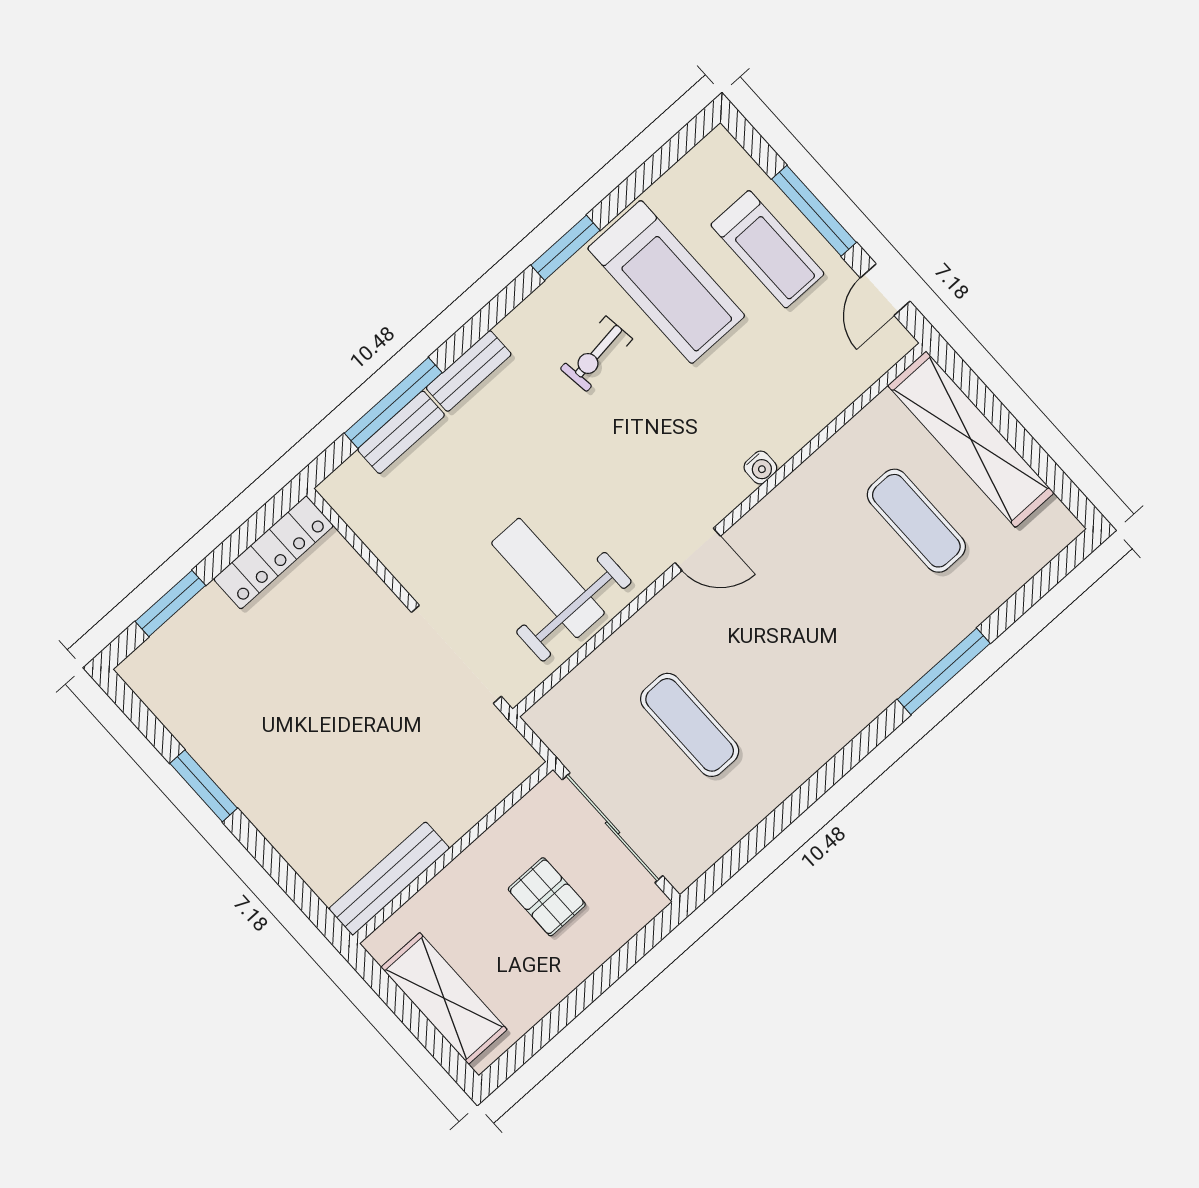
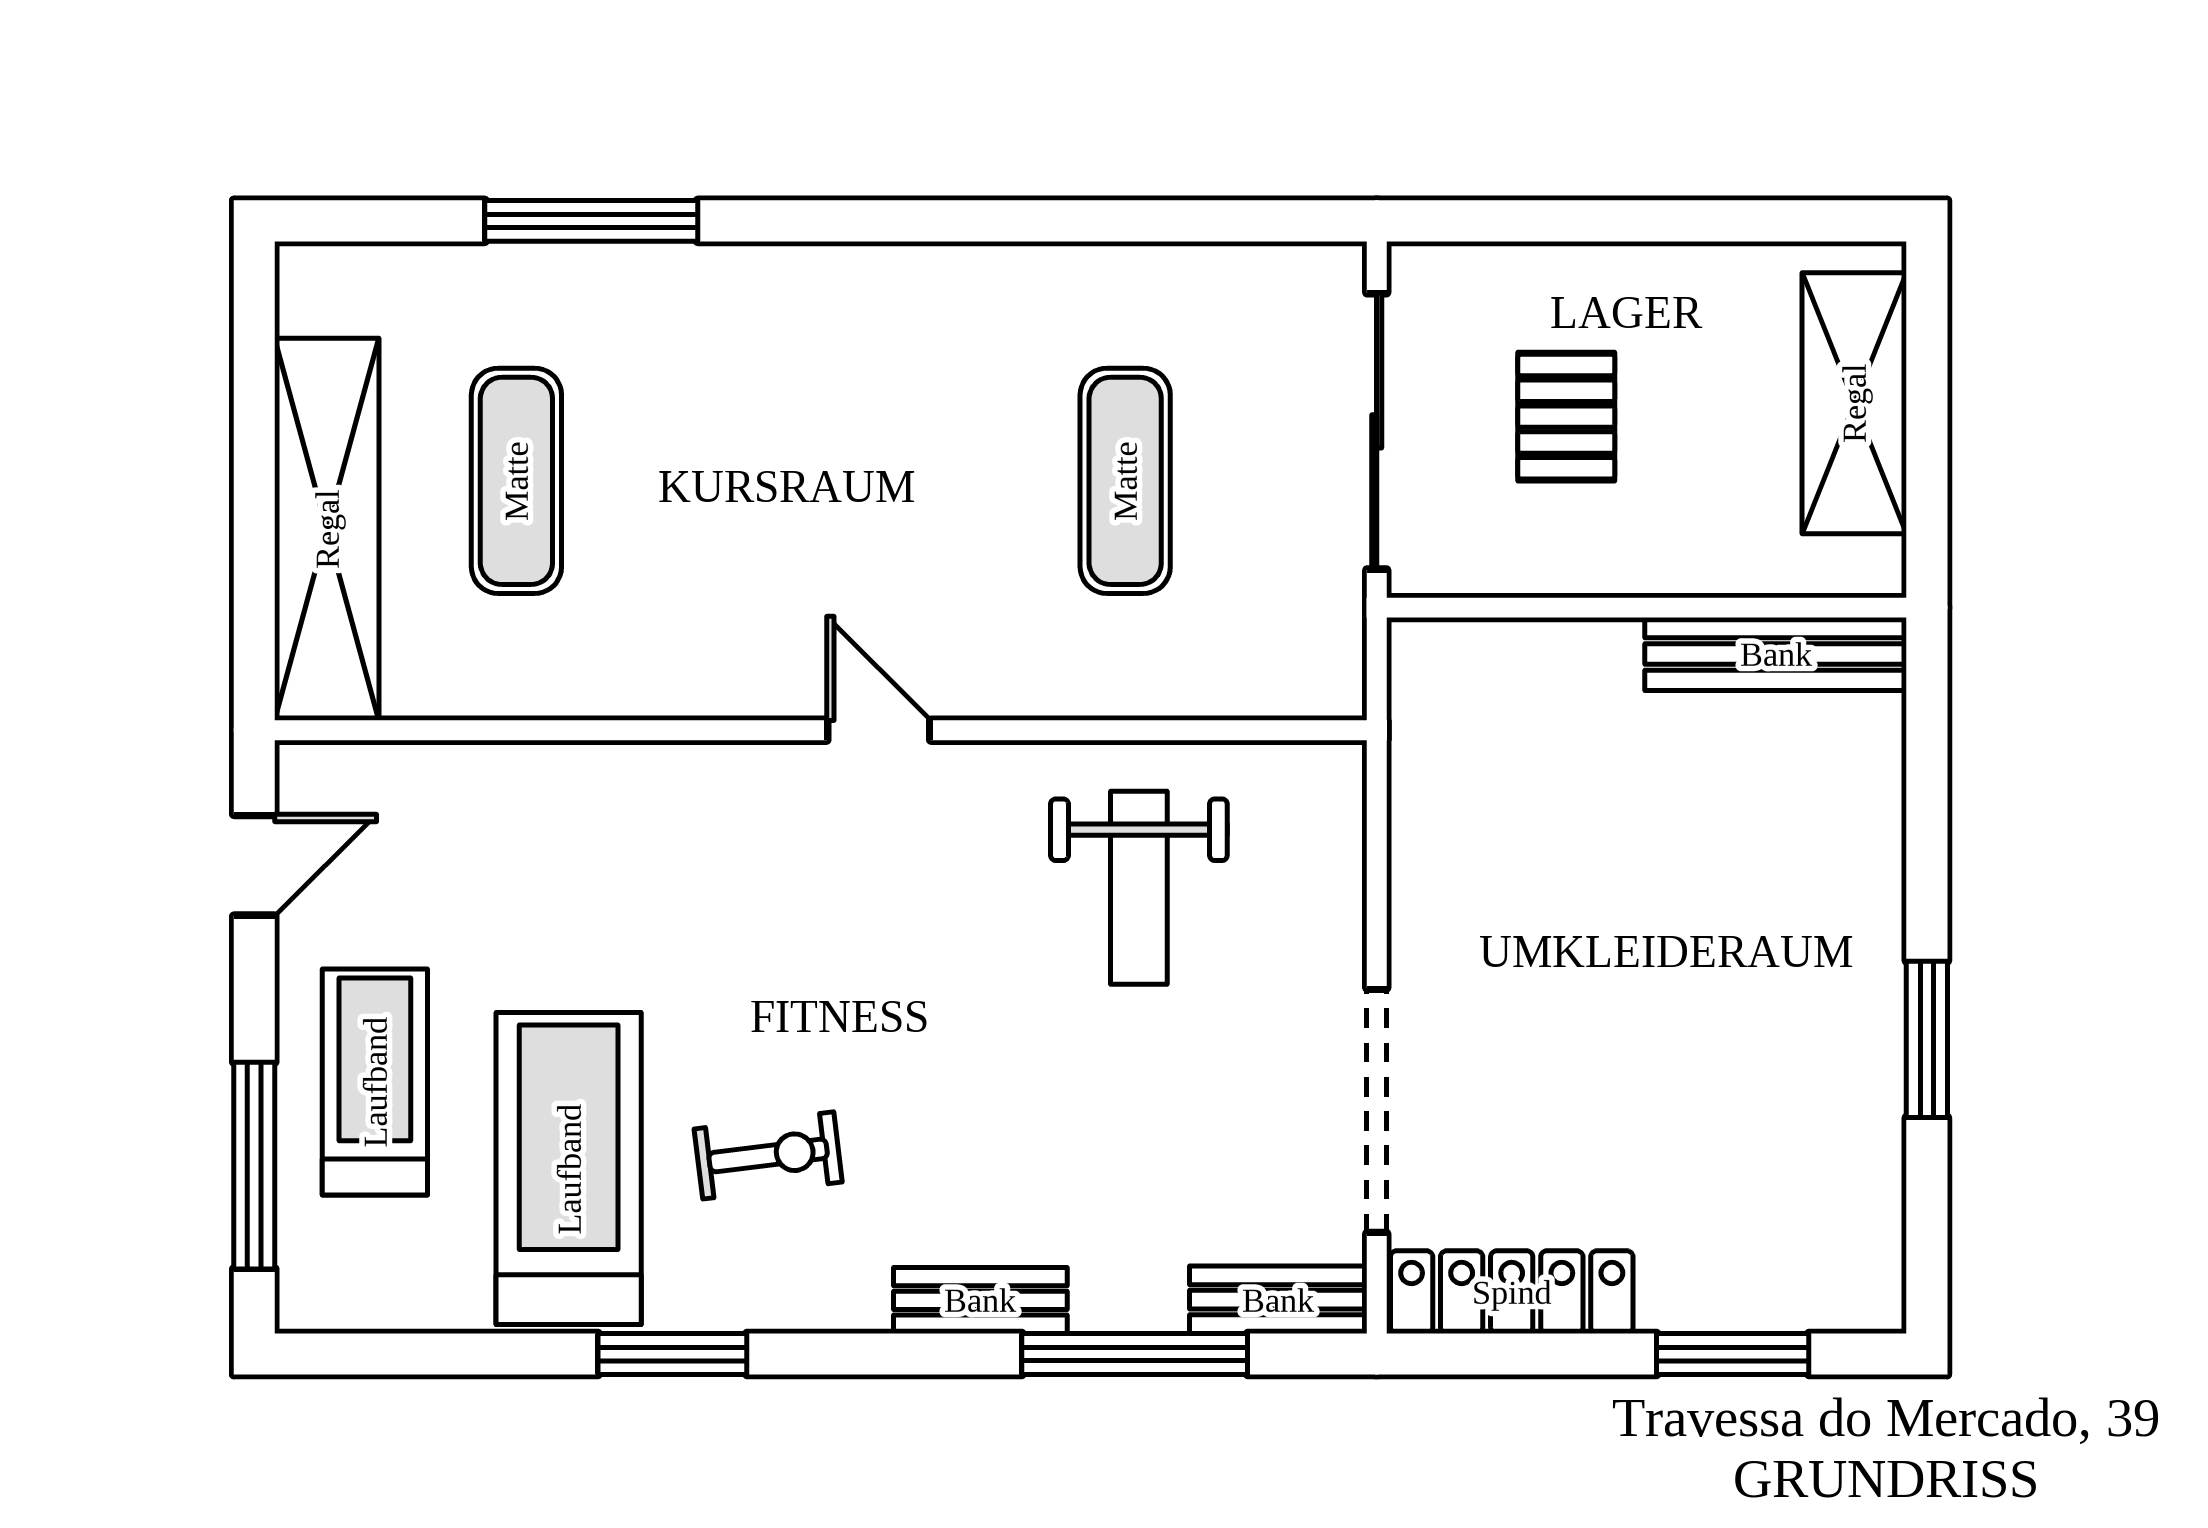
window: (814, 211) -> (254, 1166), moved
bench: (401, 432) -> (1278, 1300), moved
water cooler: (760, 467) -> (677, 768), removed
weight bench: (548, 578) -> (1139, 888), width x0.73, depth x0.75
doorway: (456, 654) -> (1377, 1111), moved
window: (944, 671) -> (591, 221), moved

